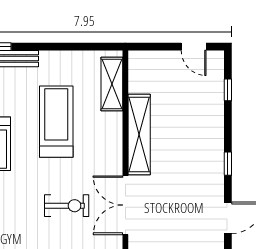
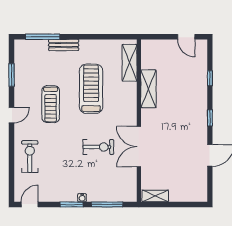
window: (228, 90) -> (210, 78), moved
shelving: (139, 135) -> (148, 89), width x0.68

